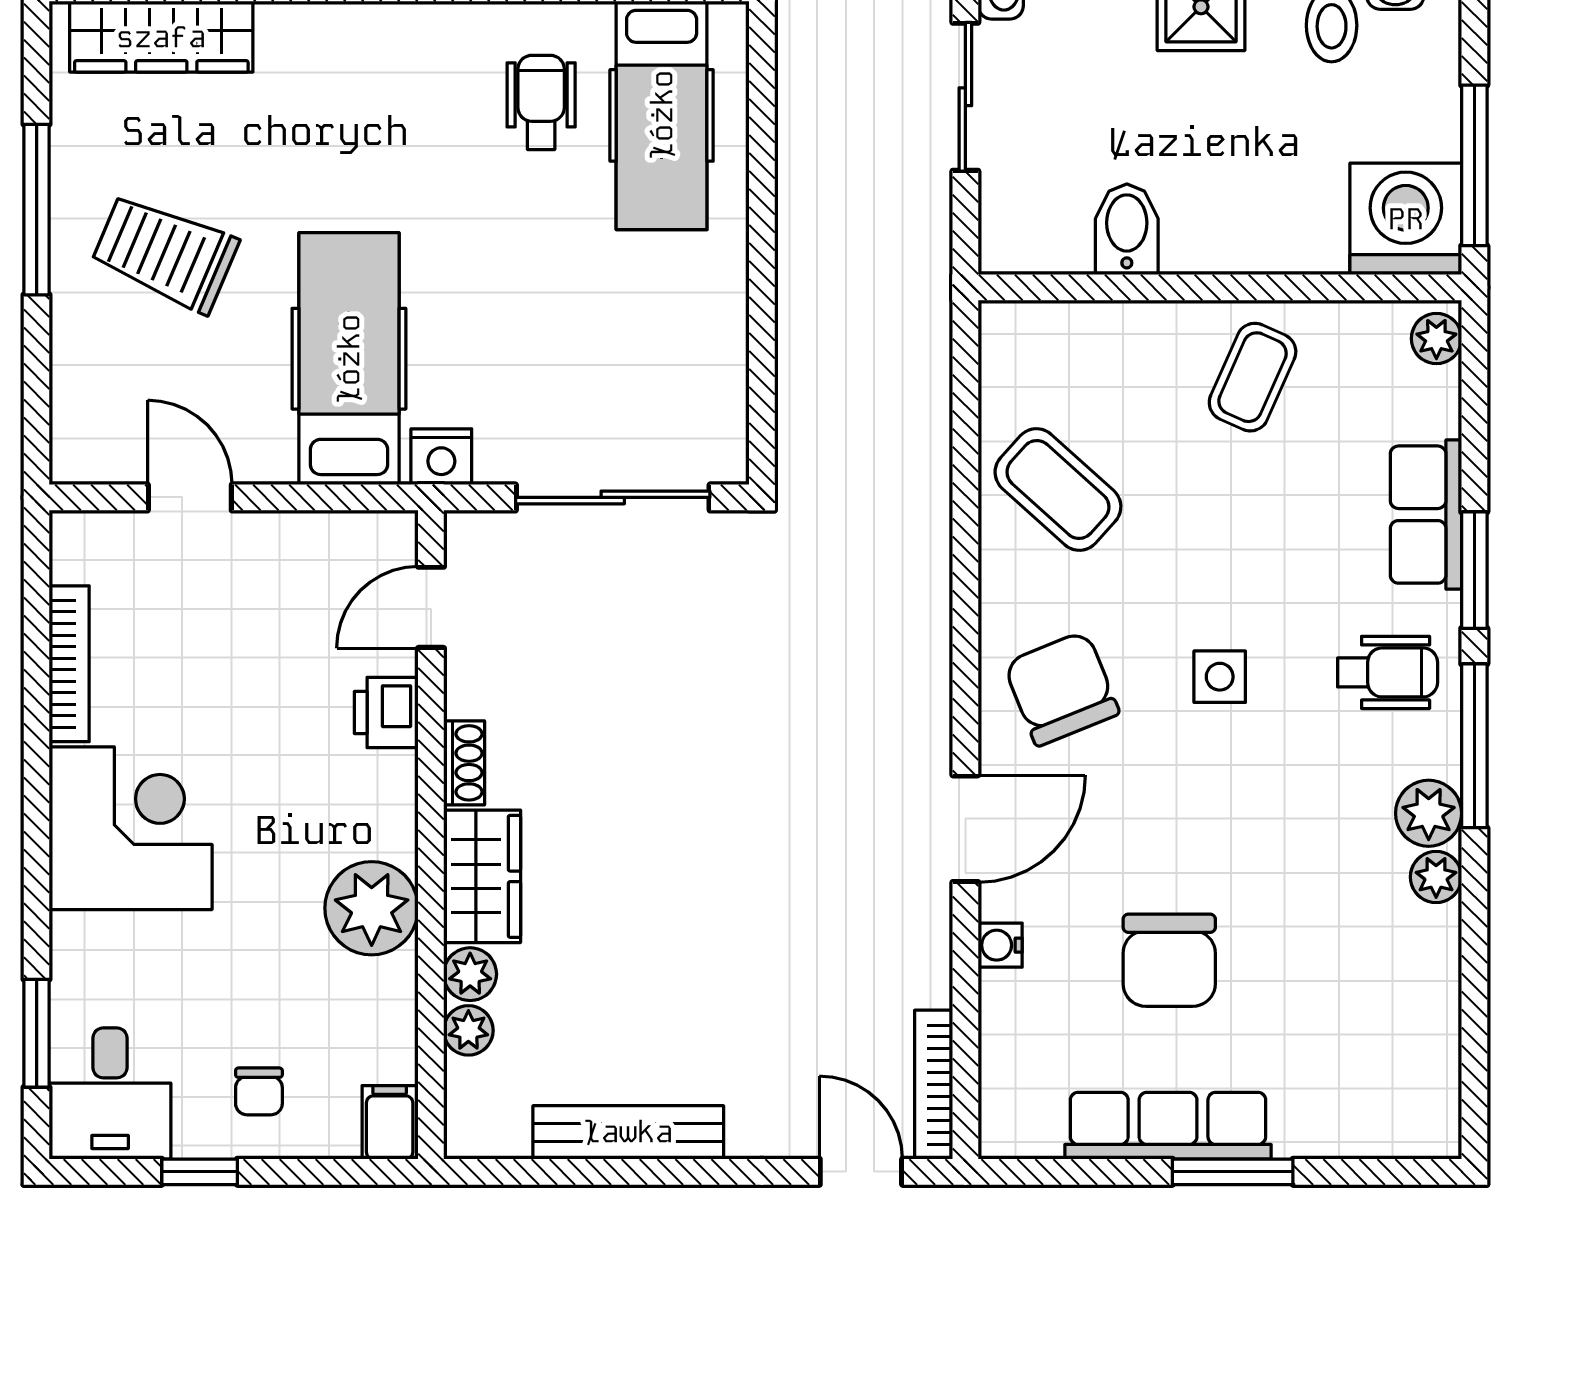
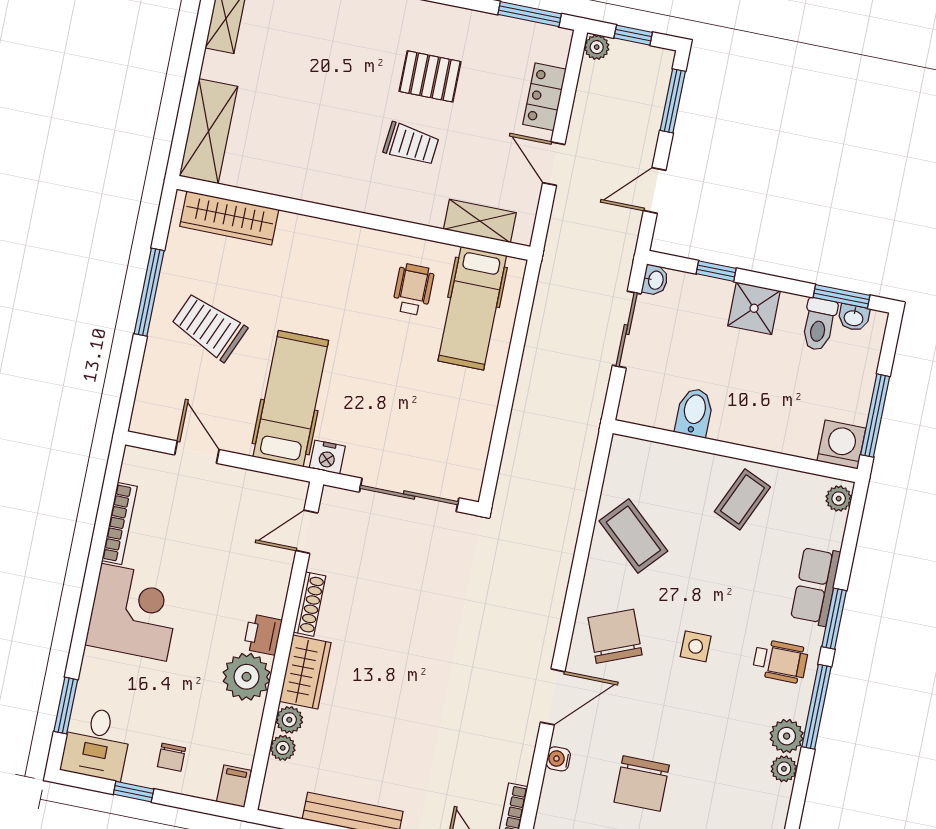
washing machine: (1406, 219) -> (841, 445), width x0.73, depth x0.73
printer: (386, 712) -> (263, 635), moved
shoe rack: (464, 763) -> (310, 604), width x1.43

